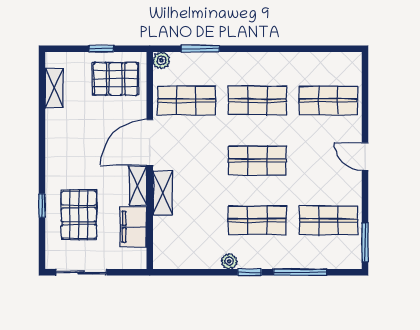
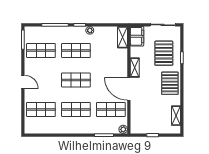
pallet: (116, 79) -> (170, 83), moved, turned 90
door: (150, 143) -> (129, 89), swing flipped
shelving: (163, 193) -> (123, 37), moved
filing cabinet: (133, 227) -> (137, 36), moved

